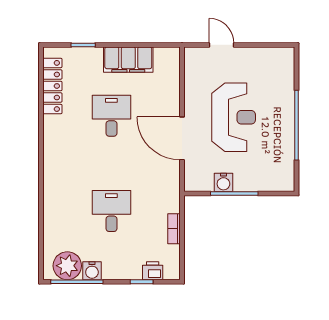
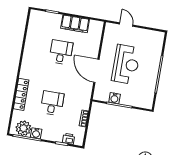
locker: (52, 86) -> (21, 94), moved

